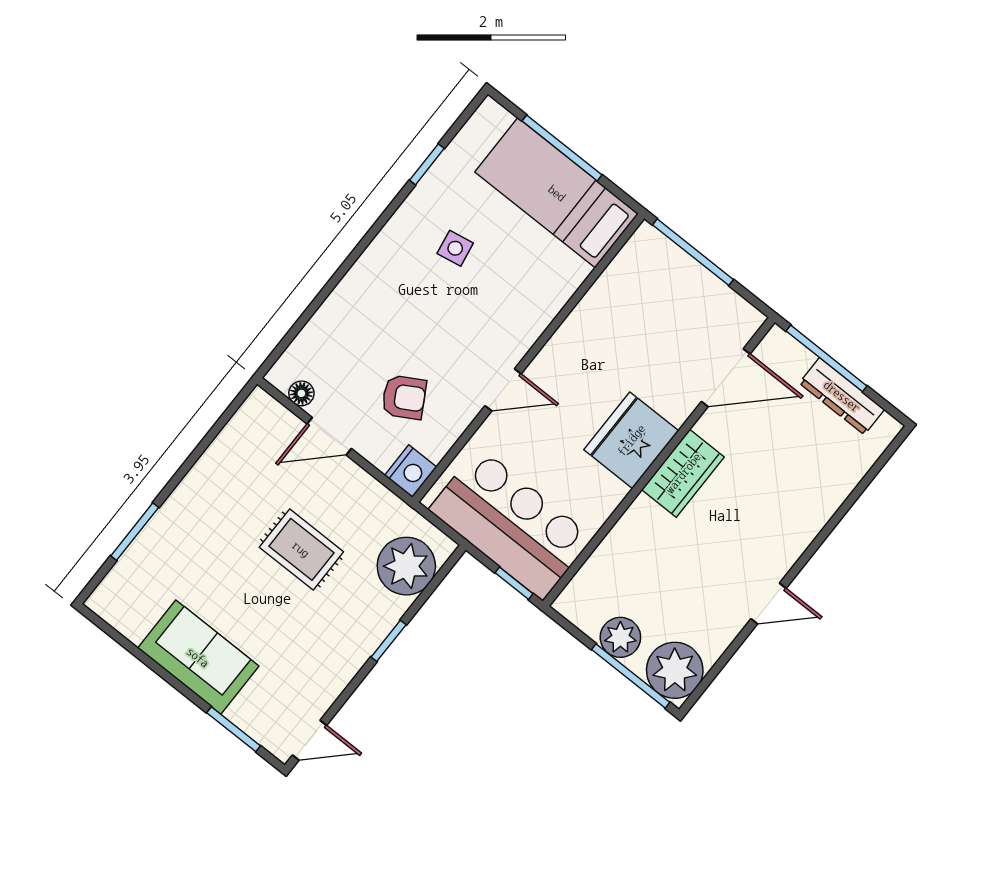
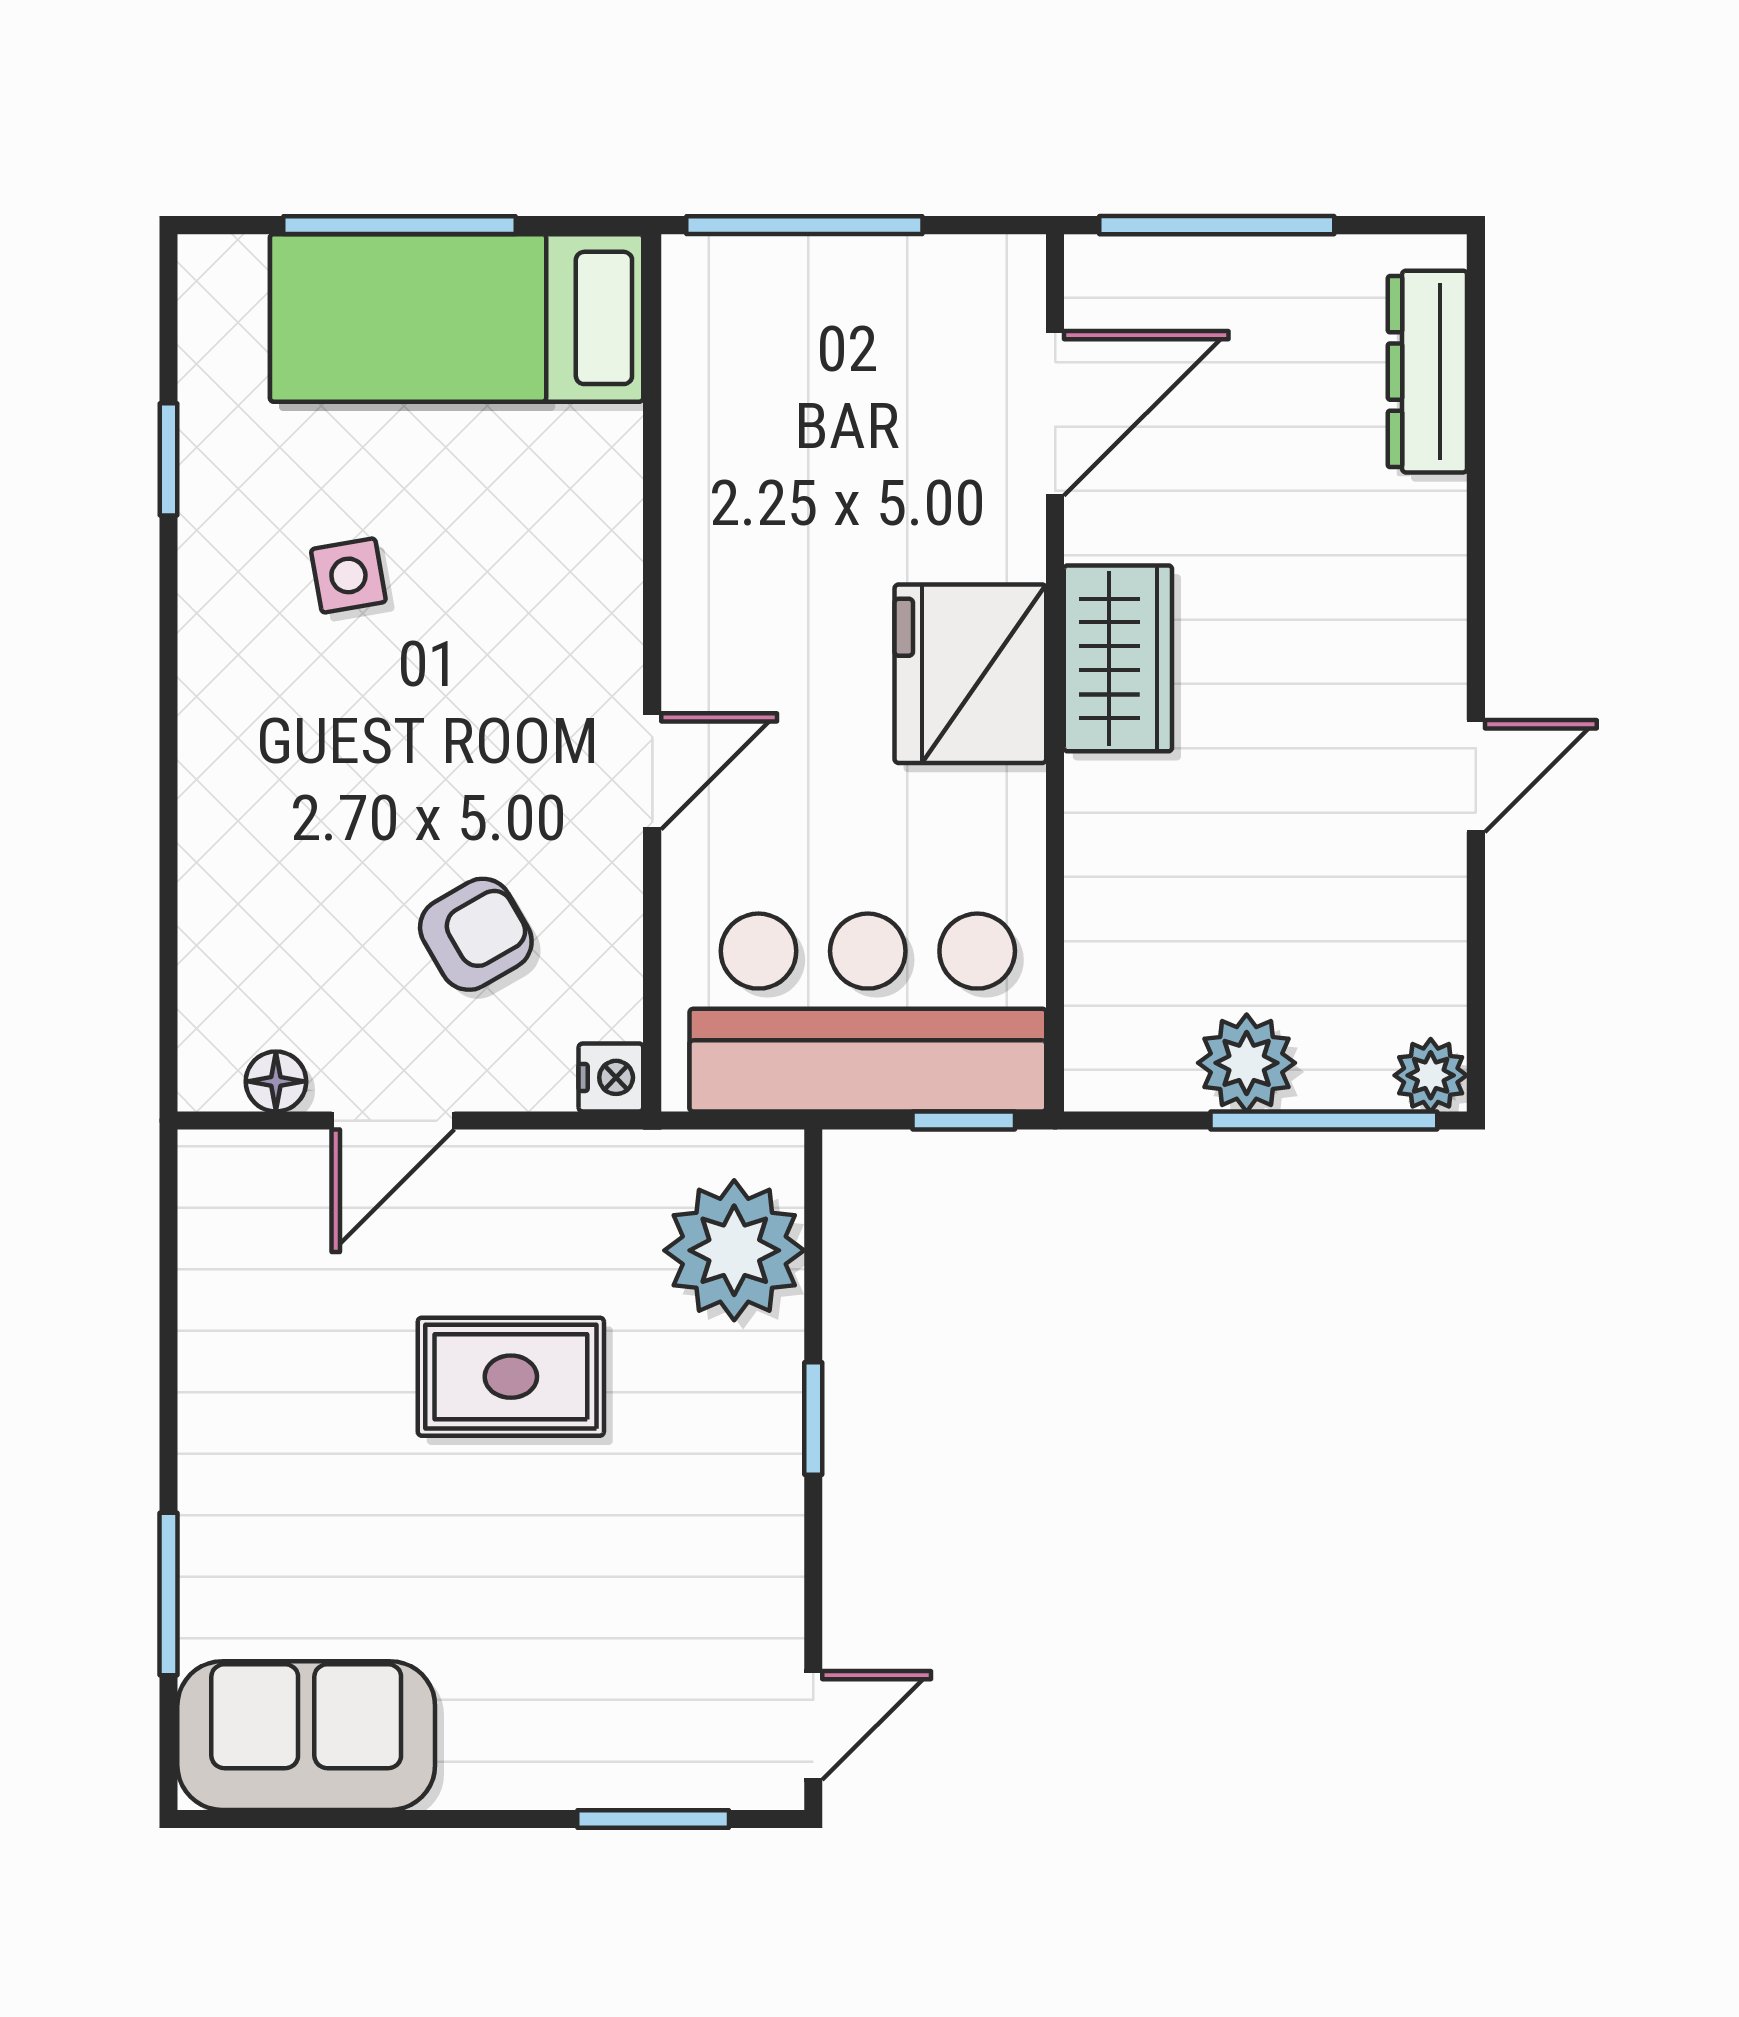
dresser: (842, 396) -> (1427, 372), moved, turned 90
nightstand: (411, 471) -> (611, 1077), width x0.72, depth x0.74
sofa: (198, 657) -> (306, 1736), moved
plant: (675, 670) -> (1431, 1075), width x0.53, depth x0.53

